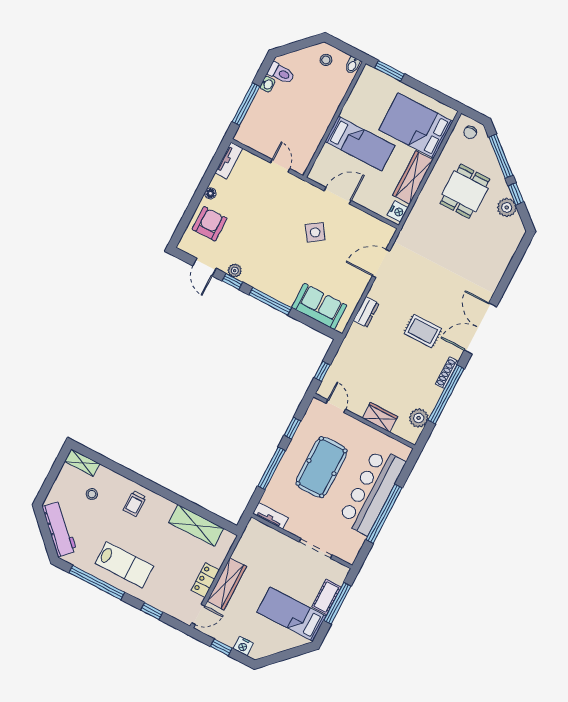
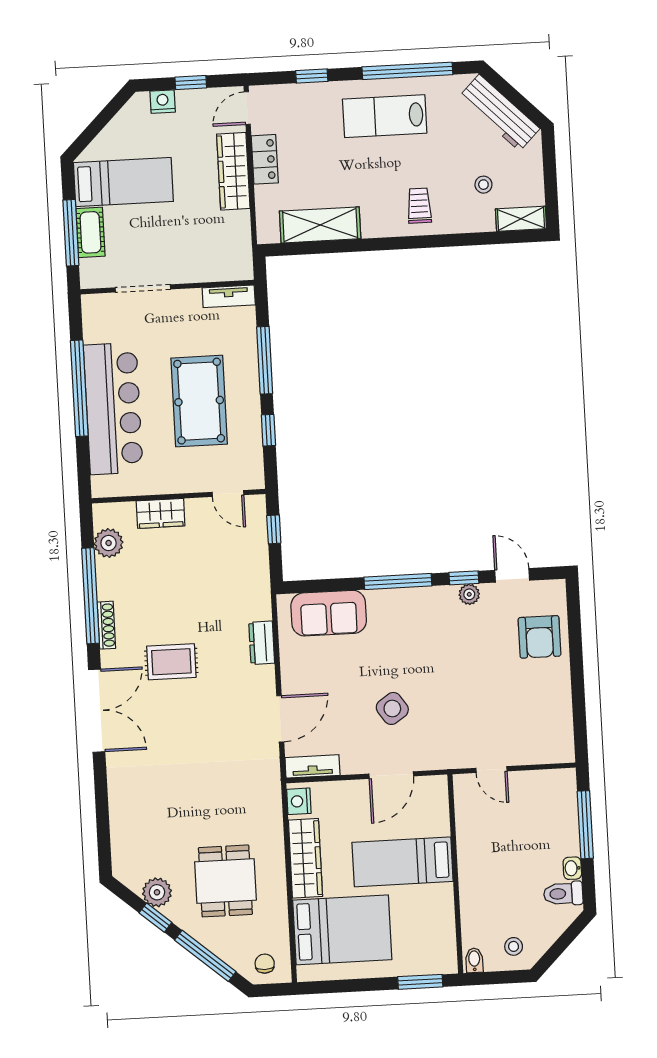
tv unit: (229, 161) -> (312, 766), moved, turned 90
floor lamp: (210, 193) -> (562, 678), removed

